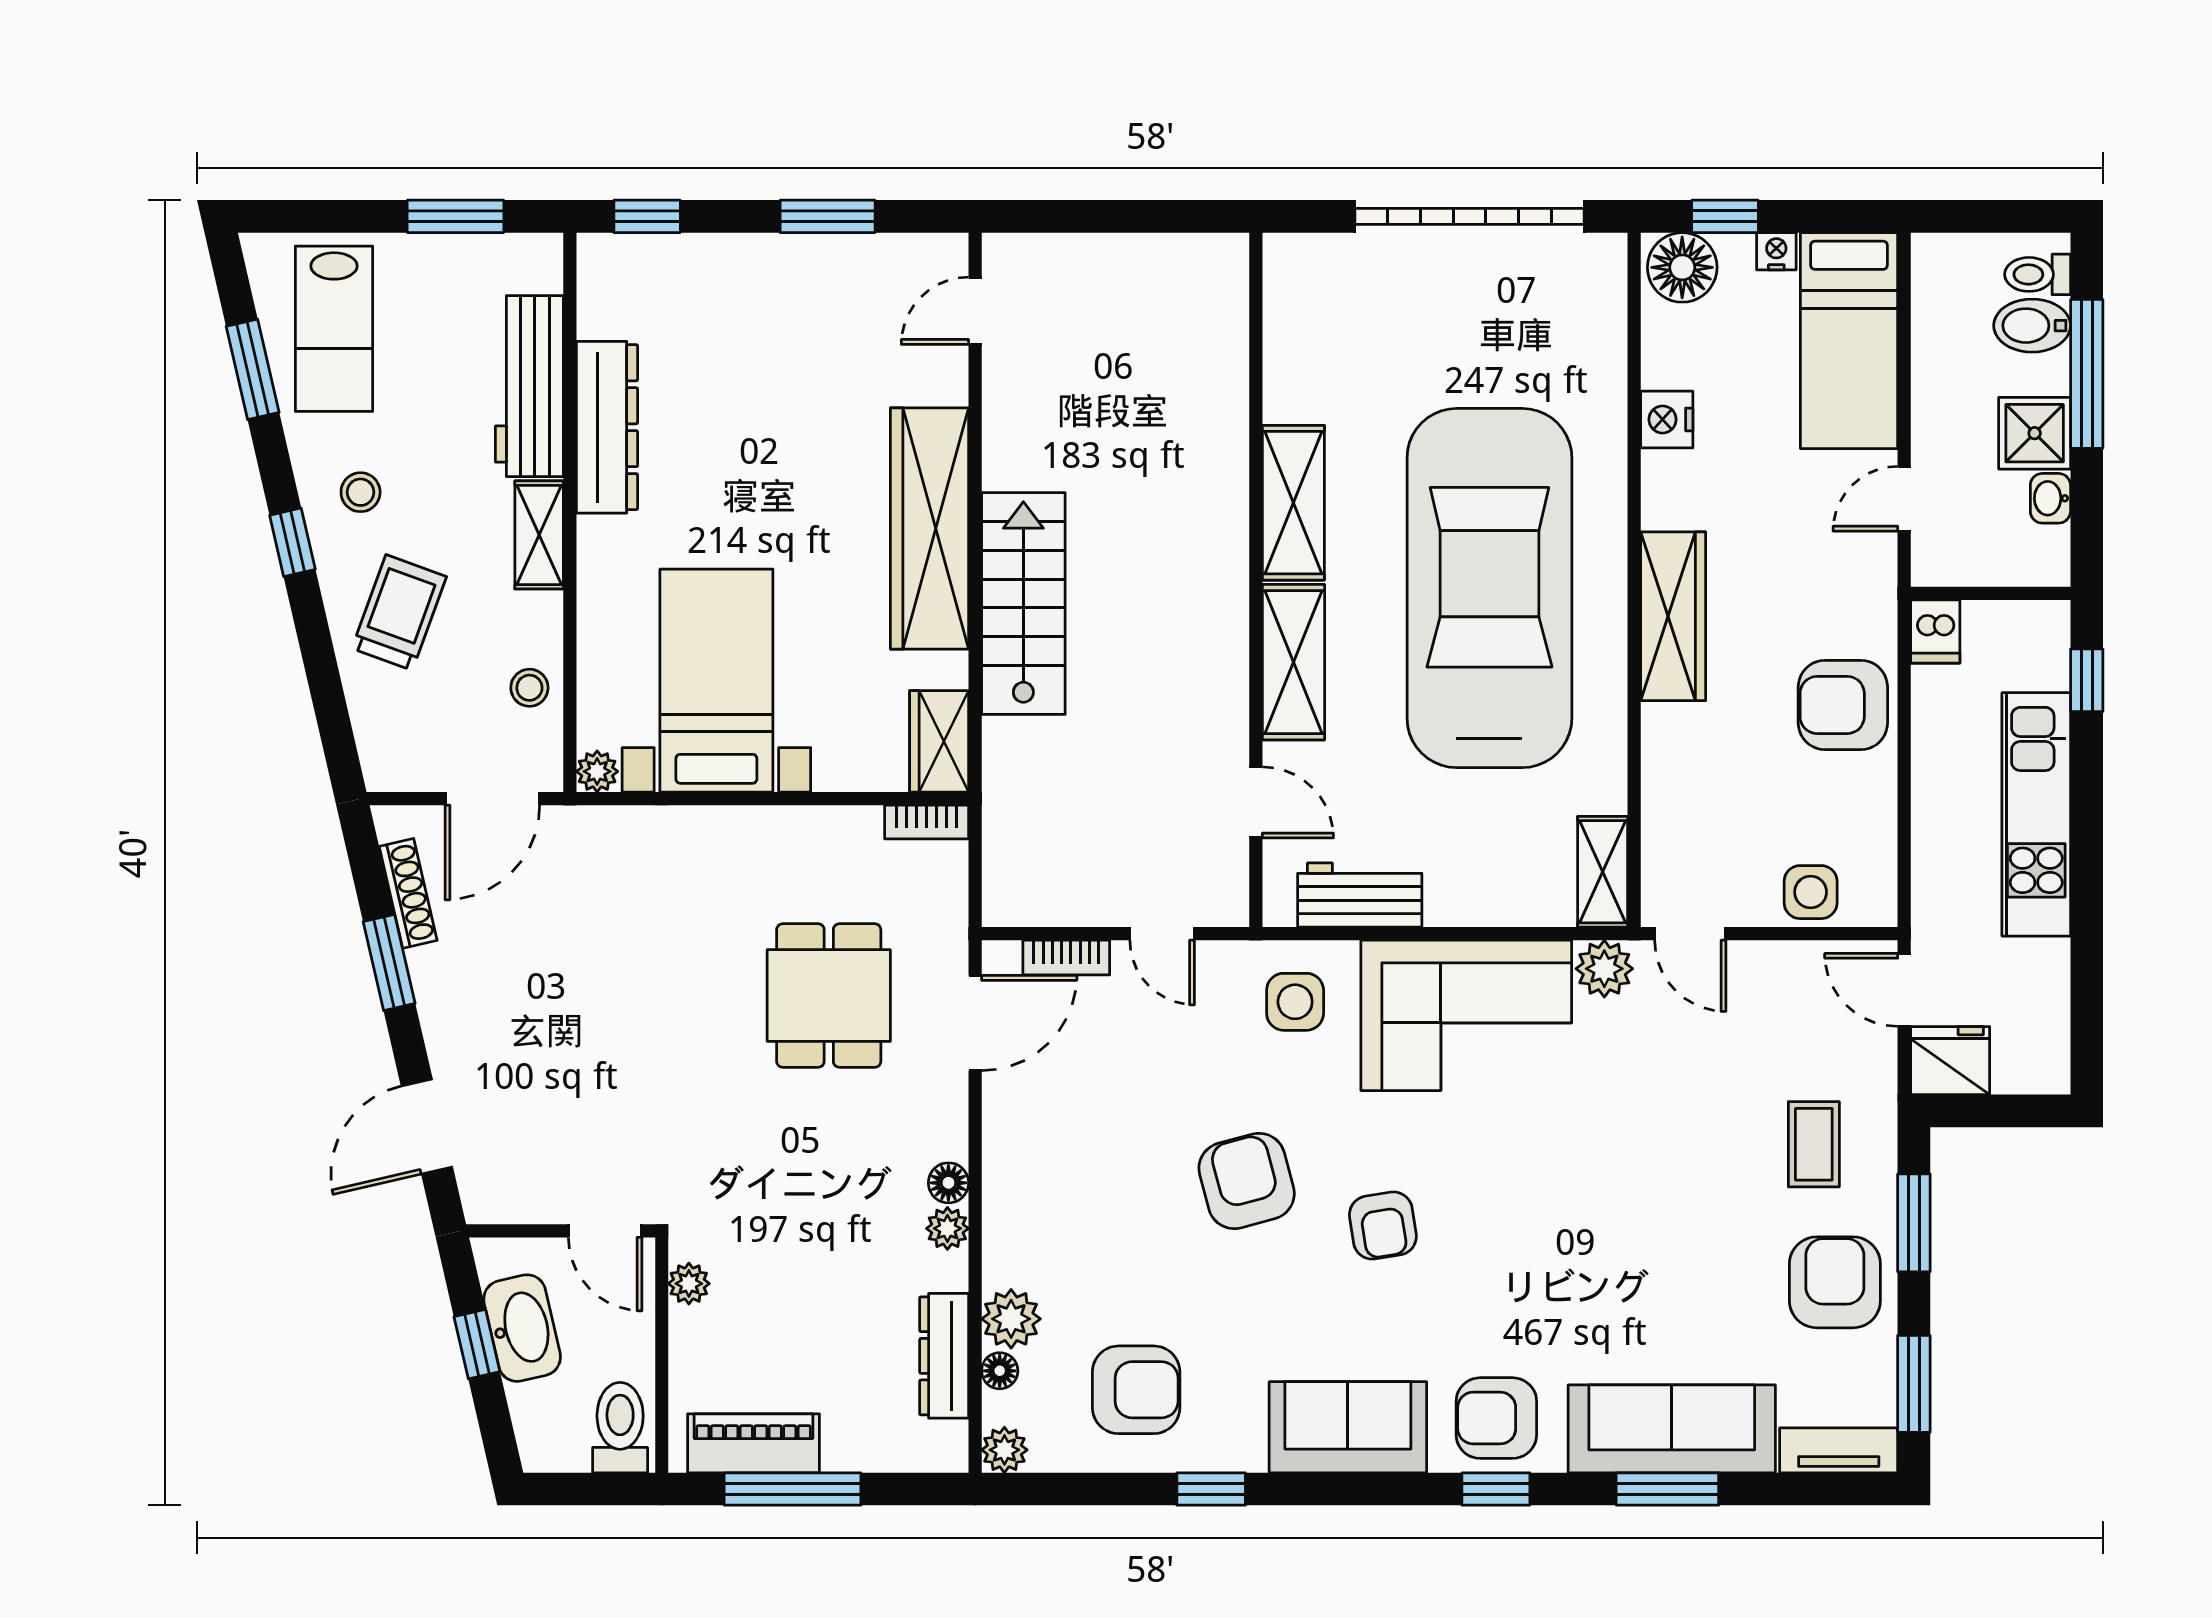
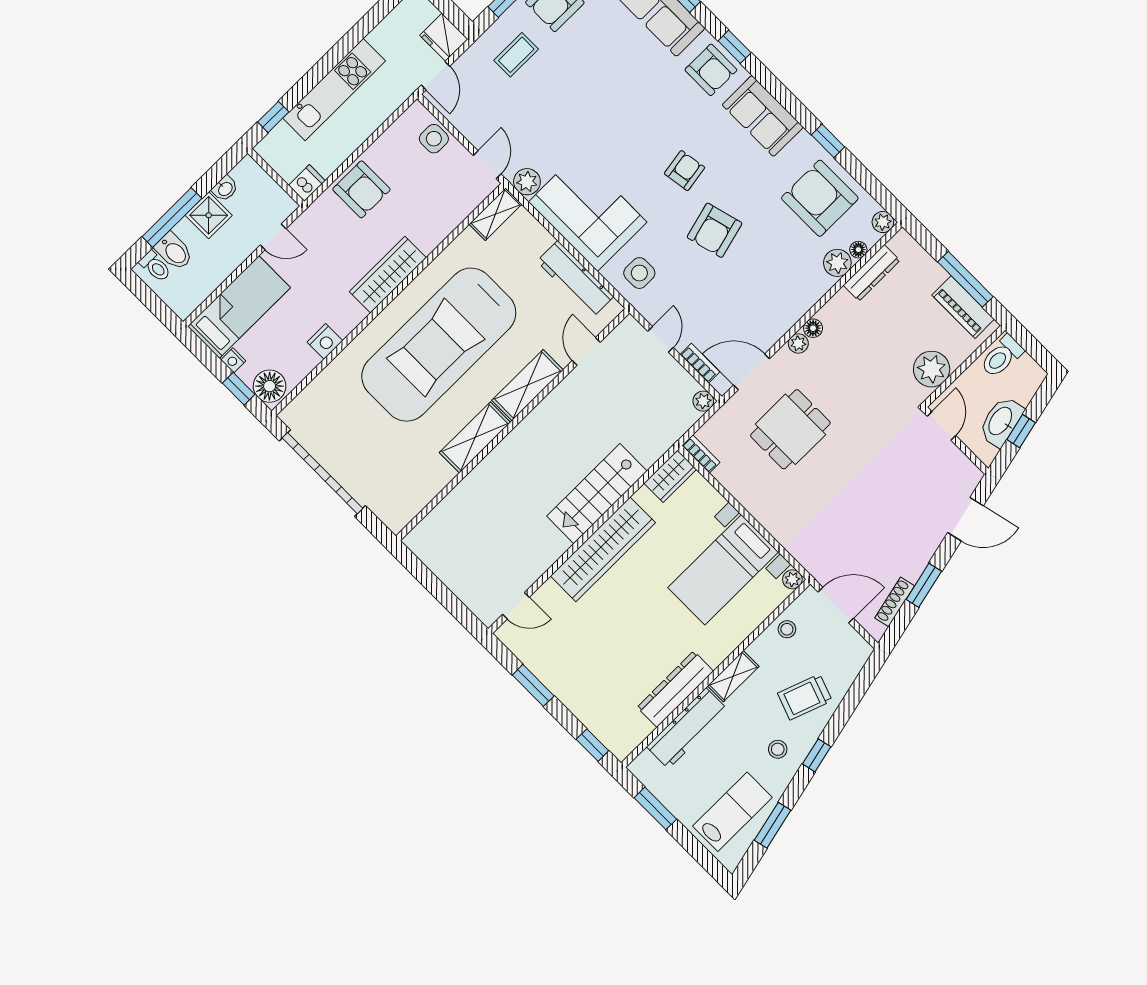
workbench: (1360, 895) -> (575, 279), width x1.38
plant: (1003, 905) -> (703, 401), added
plant: (947, 1228) -> (798, 343), moved
plant: (689, 1284) -> (932, 369), width x1.88, depth x1.88
armchair: (1136, 1390) -> (820, 198), width x1.36, depth x1.36

